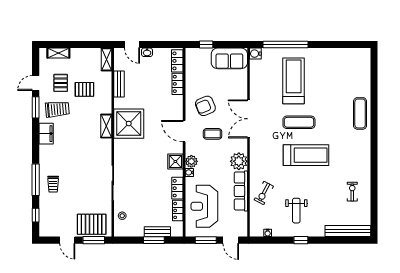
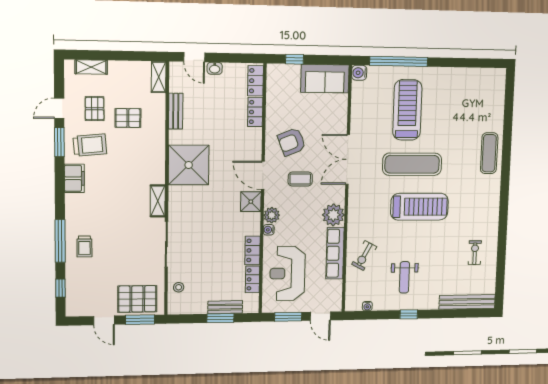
exercise mat: (299, 122) -> (412, 164), width x1.36, depth x1.45
shelving: (106, 126) -> (158, 201), moved
shower: (175, 162) -> (251, 202), moved

